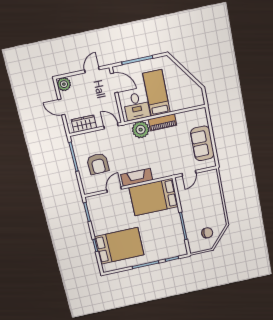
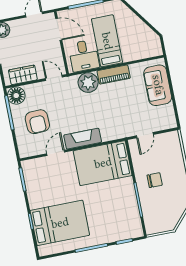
floor lamp: (79, 142) -> (16, 96), added
sofa: (202, 143) -> (158, 85), moved
chair: (207, 233) -> (155, 180), moved

